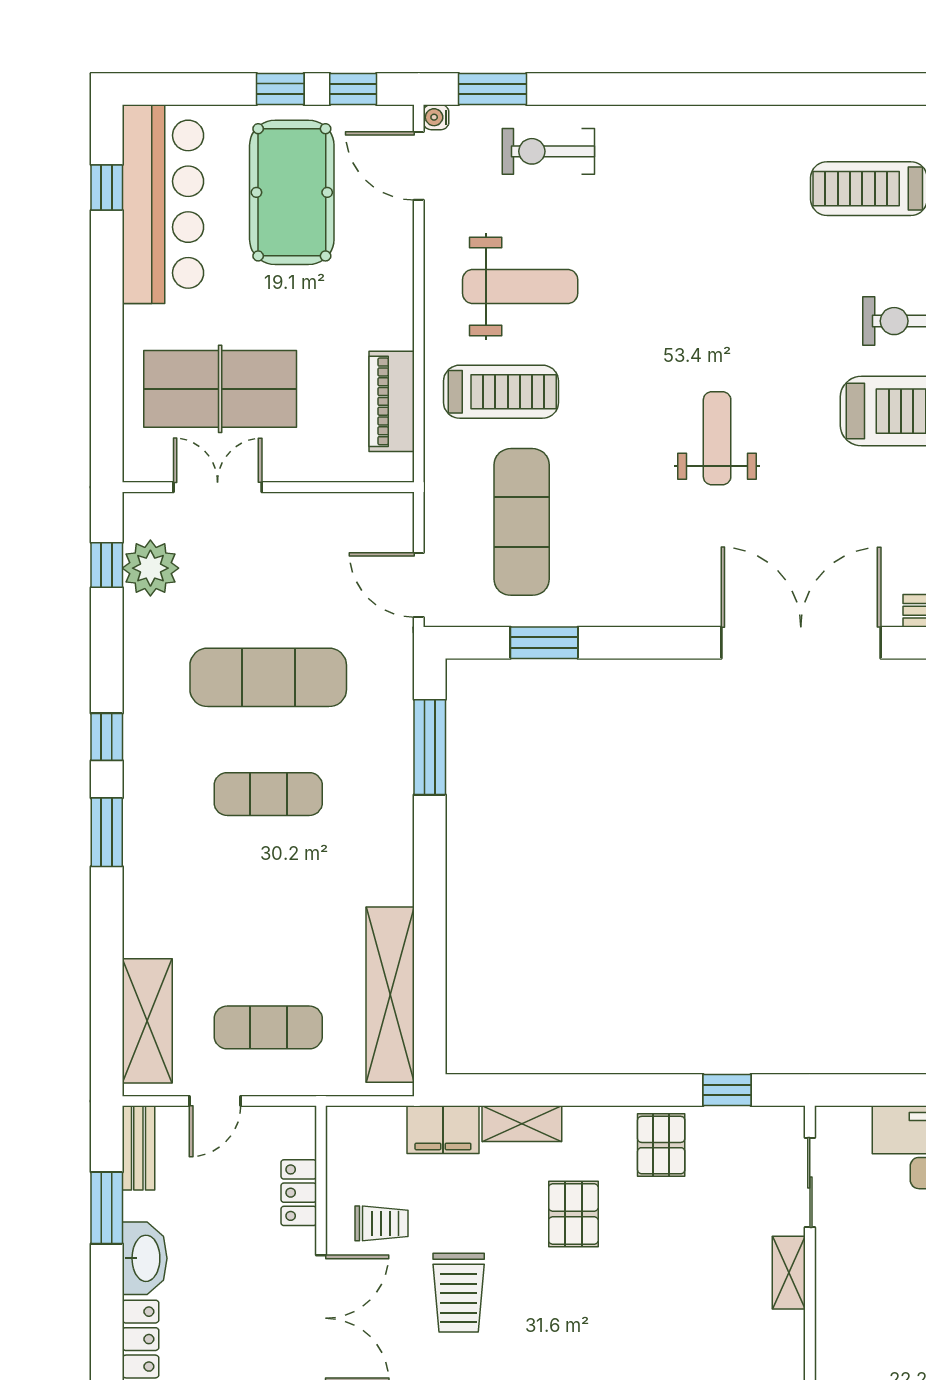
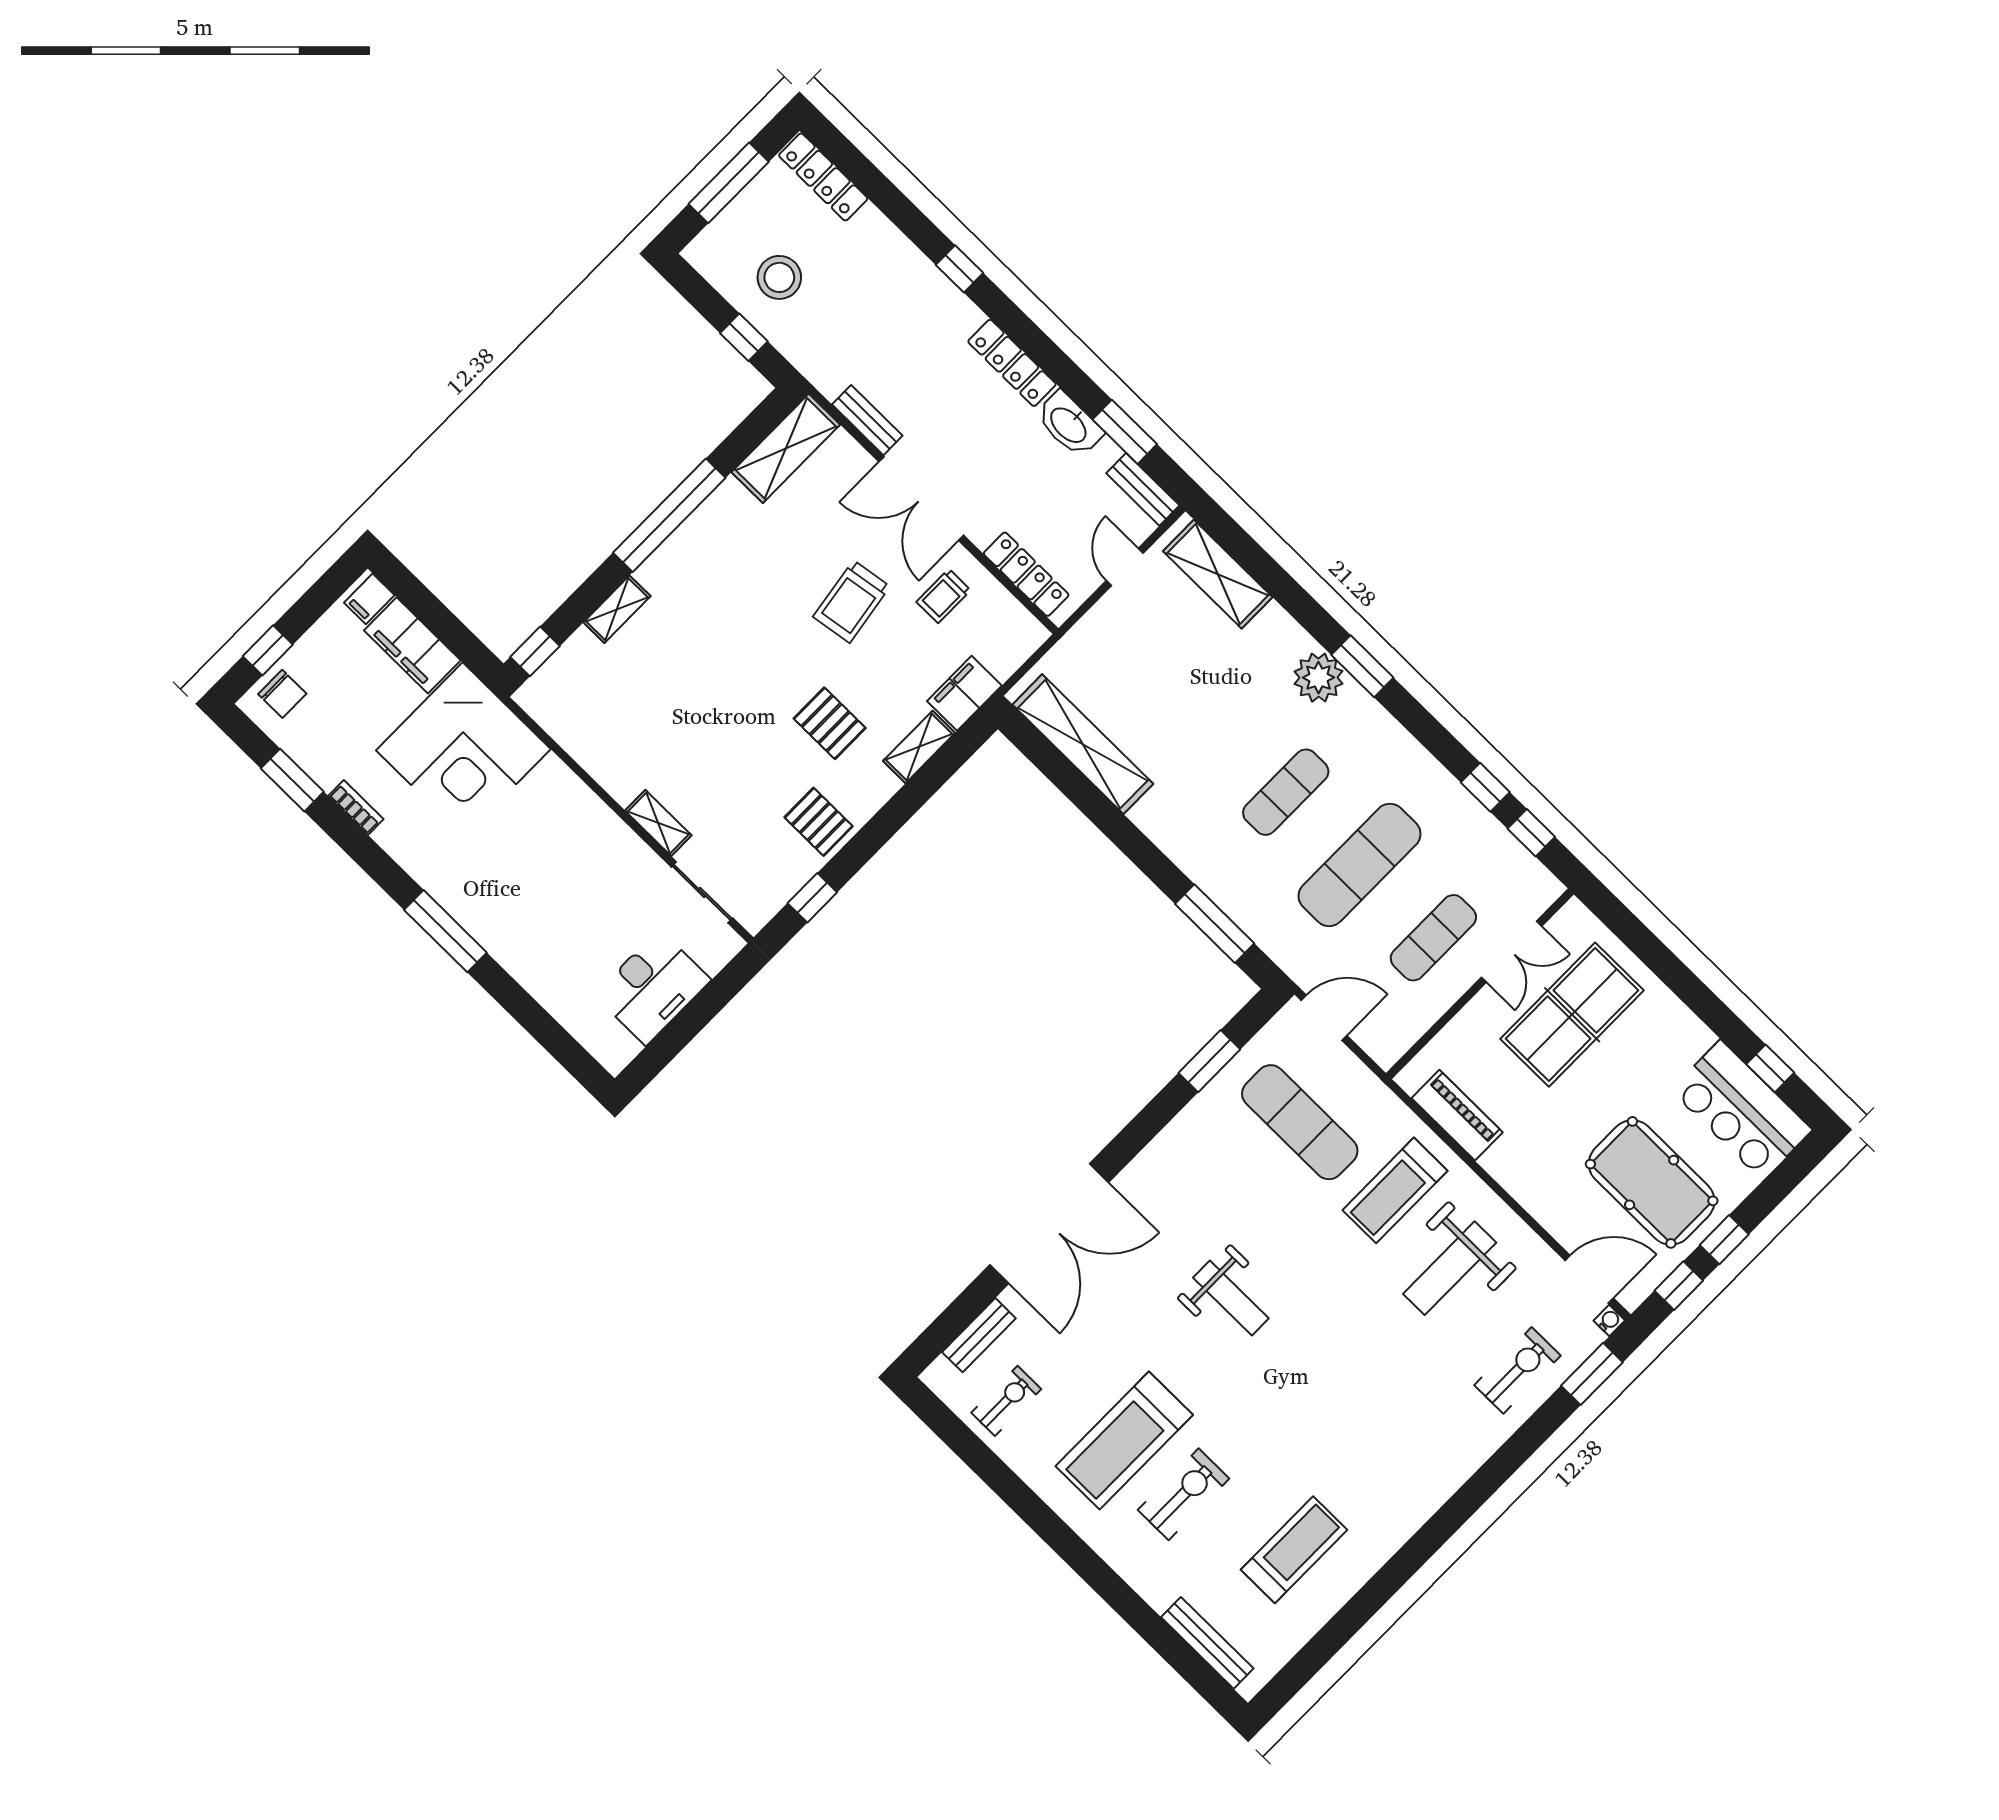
bar counter: (163, 204) -> (1741, 1110), width x0.73
plant: (150, 568) -> (1319, 678), moved
window: (107, 737) -> (1485, 787), moved
exercise mat: (268, 1027) -> (1433, 938), moved
locker: (299, 1193) -> (1026, 574), width x1.53
trolley: (459, 1293) -> (852, 602), turned -99

